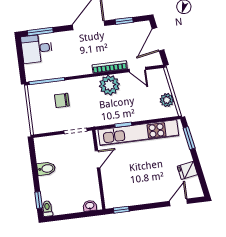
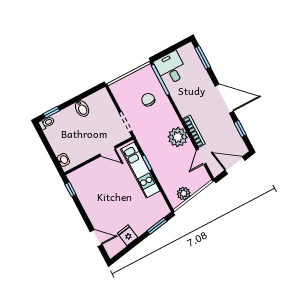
desk: (37, 49) -> (171, 68), moved
kitchen unit: (138, 133) -> (140, 170), width x0.73

